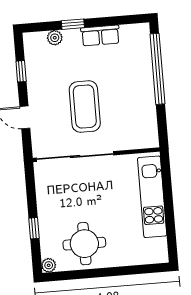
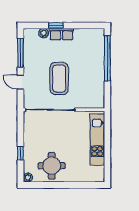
row of seats: (100, 36) -> (62, 34), moved
window: (21, 71) -> (20, 53), width x2.17

